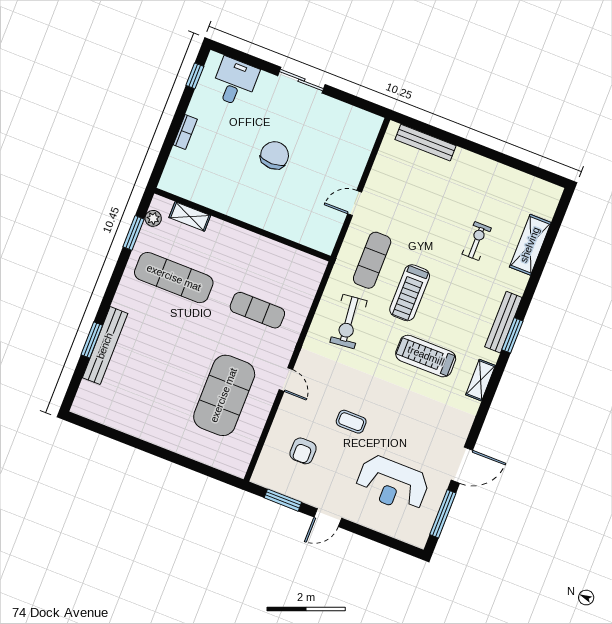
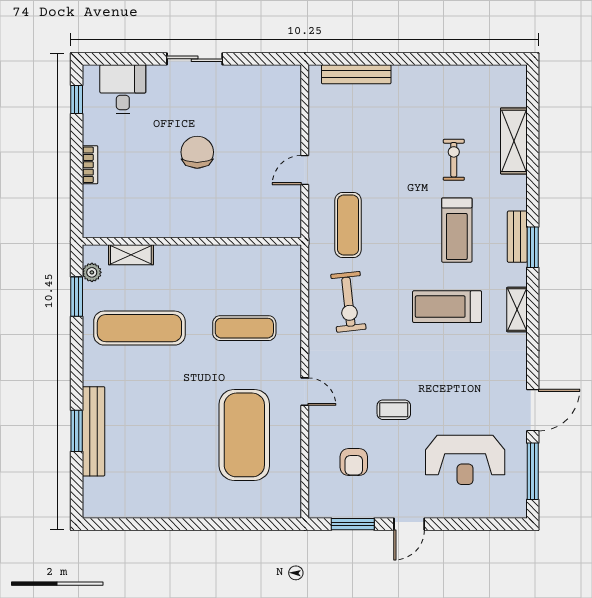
treadmill: (410, 293) -> (457, 230), moved
bench: (503, 322) -> (517, 237), width x0.73

